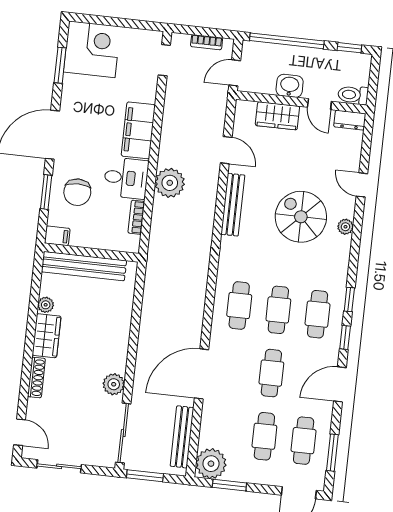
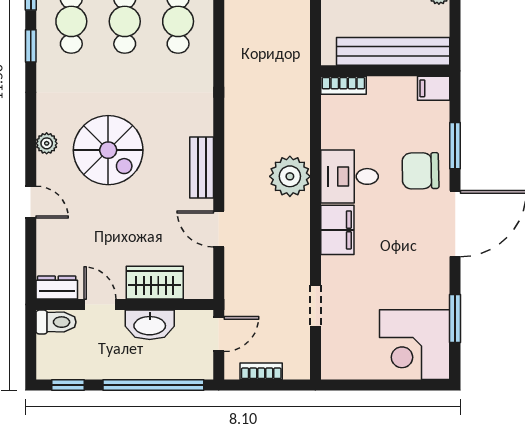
doorway: (164, 60) -> (315, 306), moved
washbasin: (290, 86) -> (150, 325), width x1.38
filing cabinet: (138, 130) -> (337, 230), width x0.67, depth x0.86
chair: (77, 192) -> (420, 171), moved, turned -91
bench: (233, 205) -> (202, 167), width x0.73
bookcase: (136, 217) -> (343, 85), moved, turned 90

